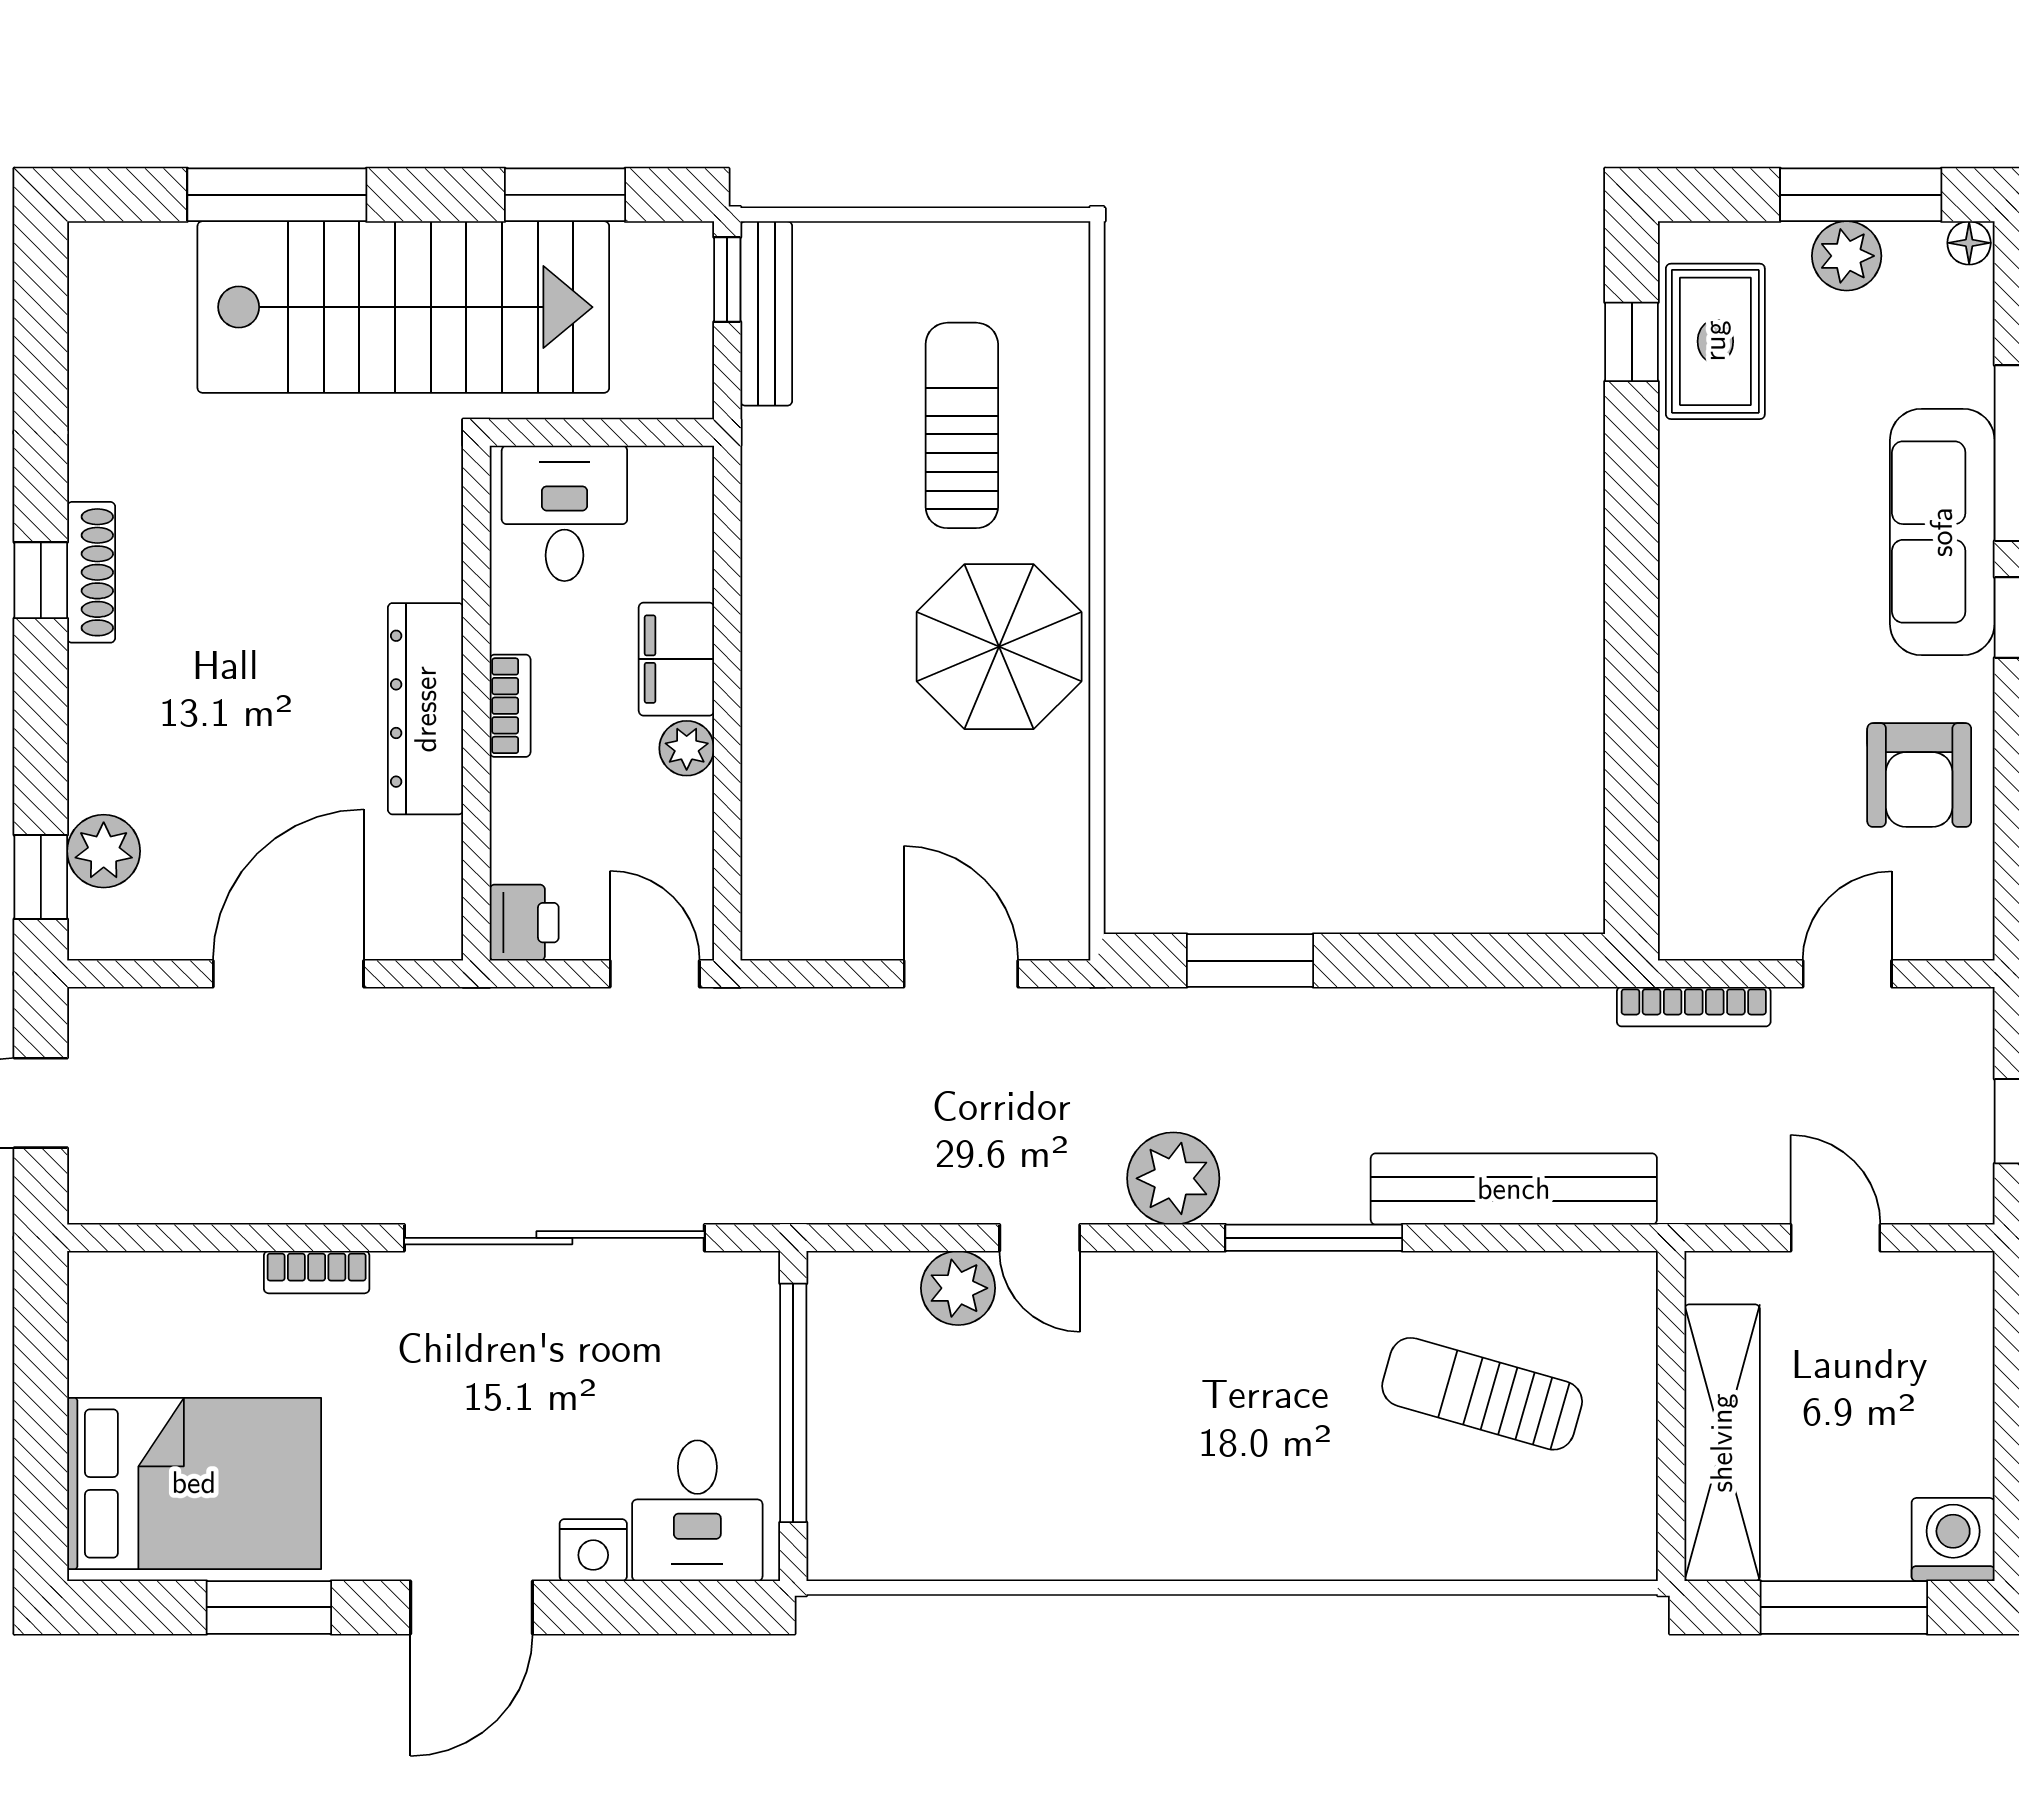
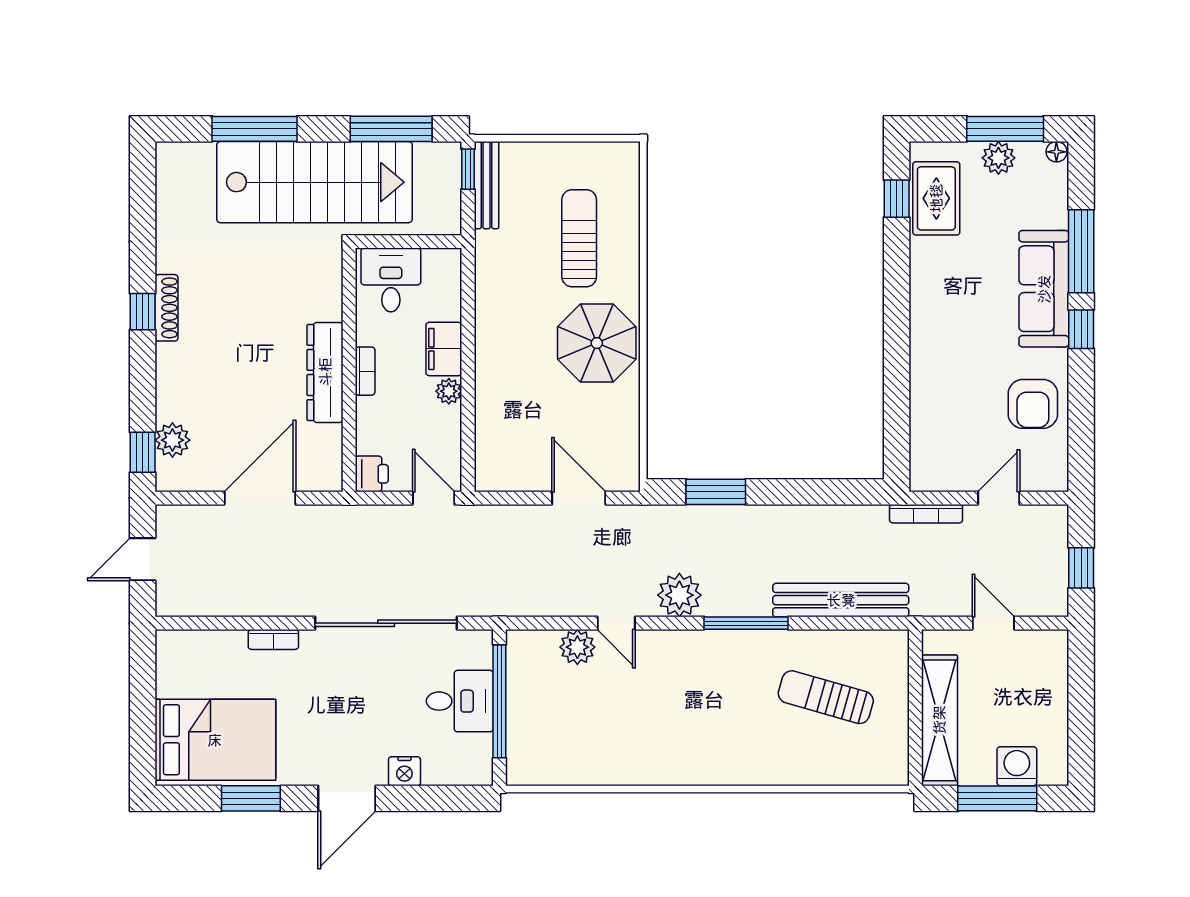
window: (565, 195) -> (391, 129), width x1.44
desk: (697, 1511) -> (460, 701), moved, turned -90
washing machine: (1953, 1540) -> (1017, 766), moved

